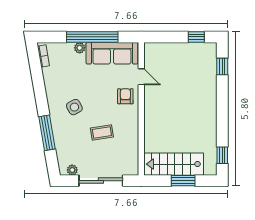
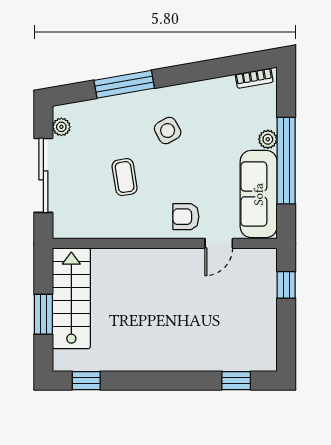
window: (196, 37) -> (286, 285), moved
armchair: (125, 96) -> (186, 217), turned 180

